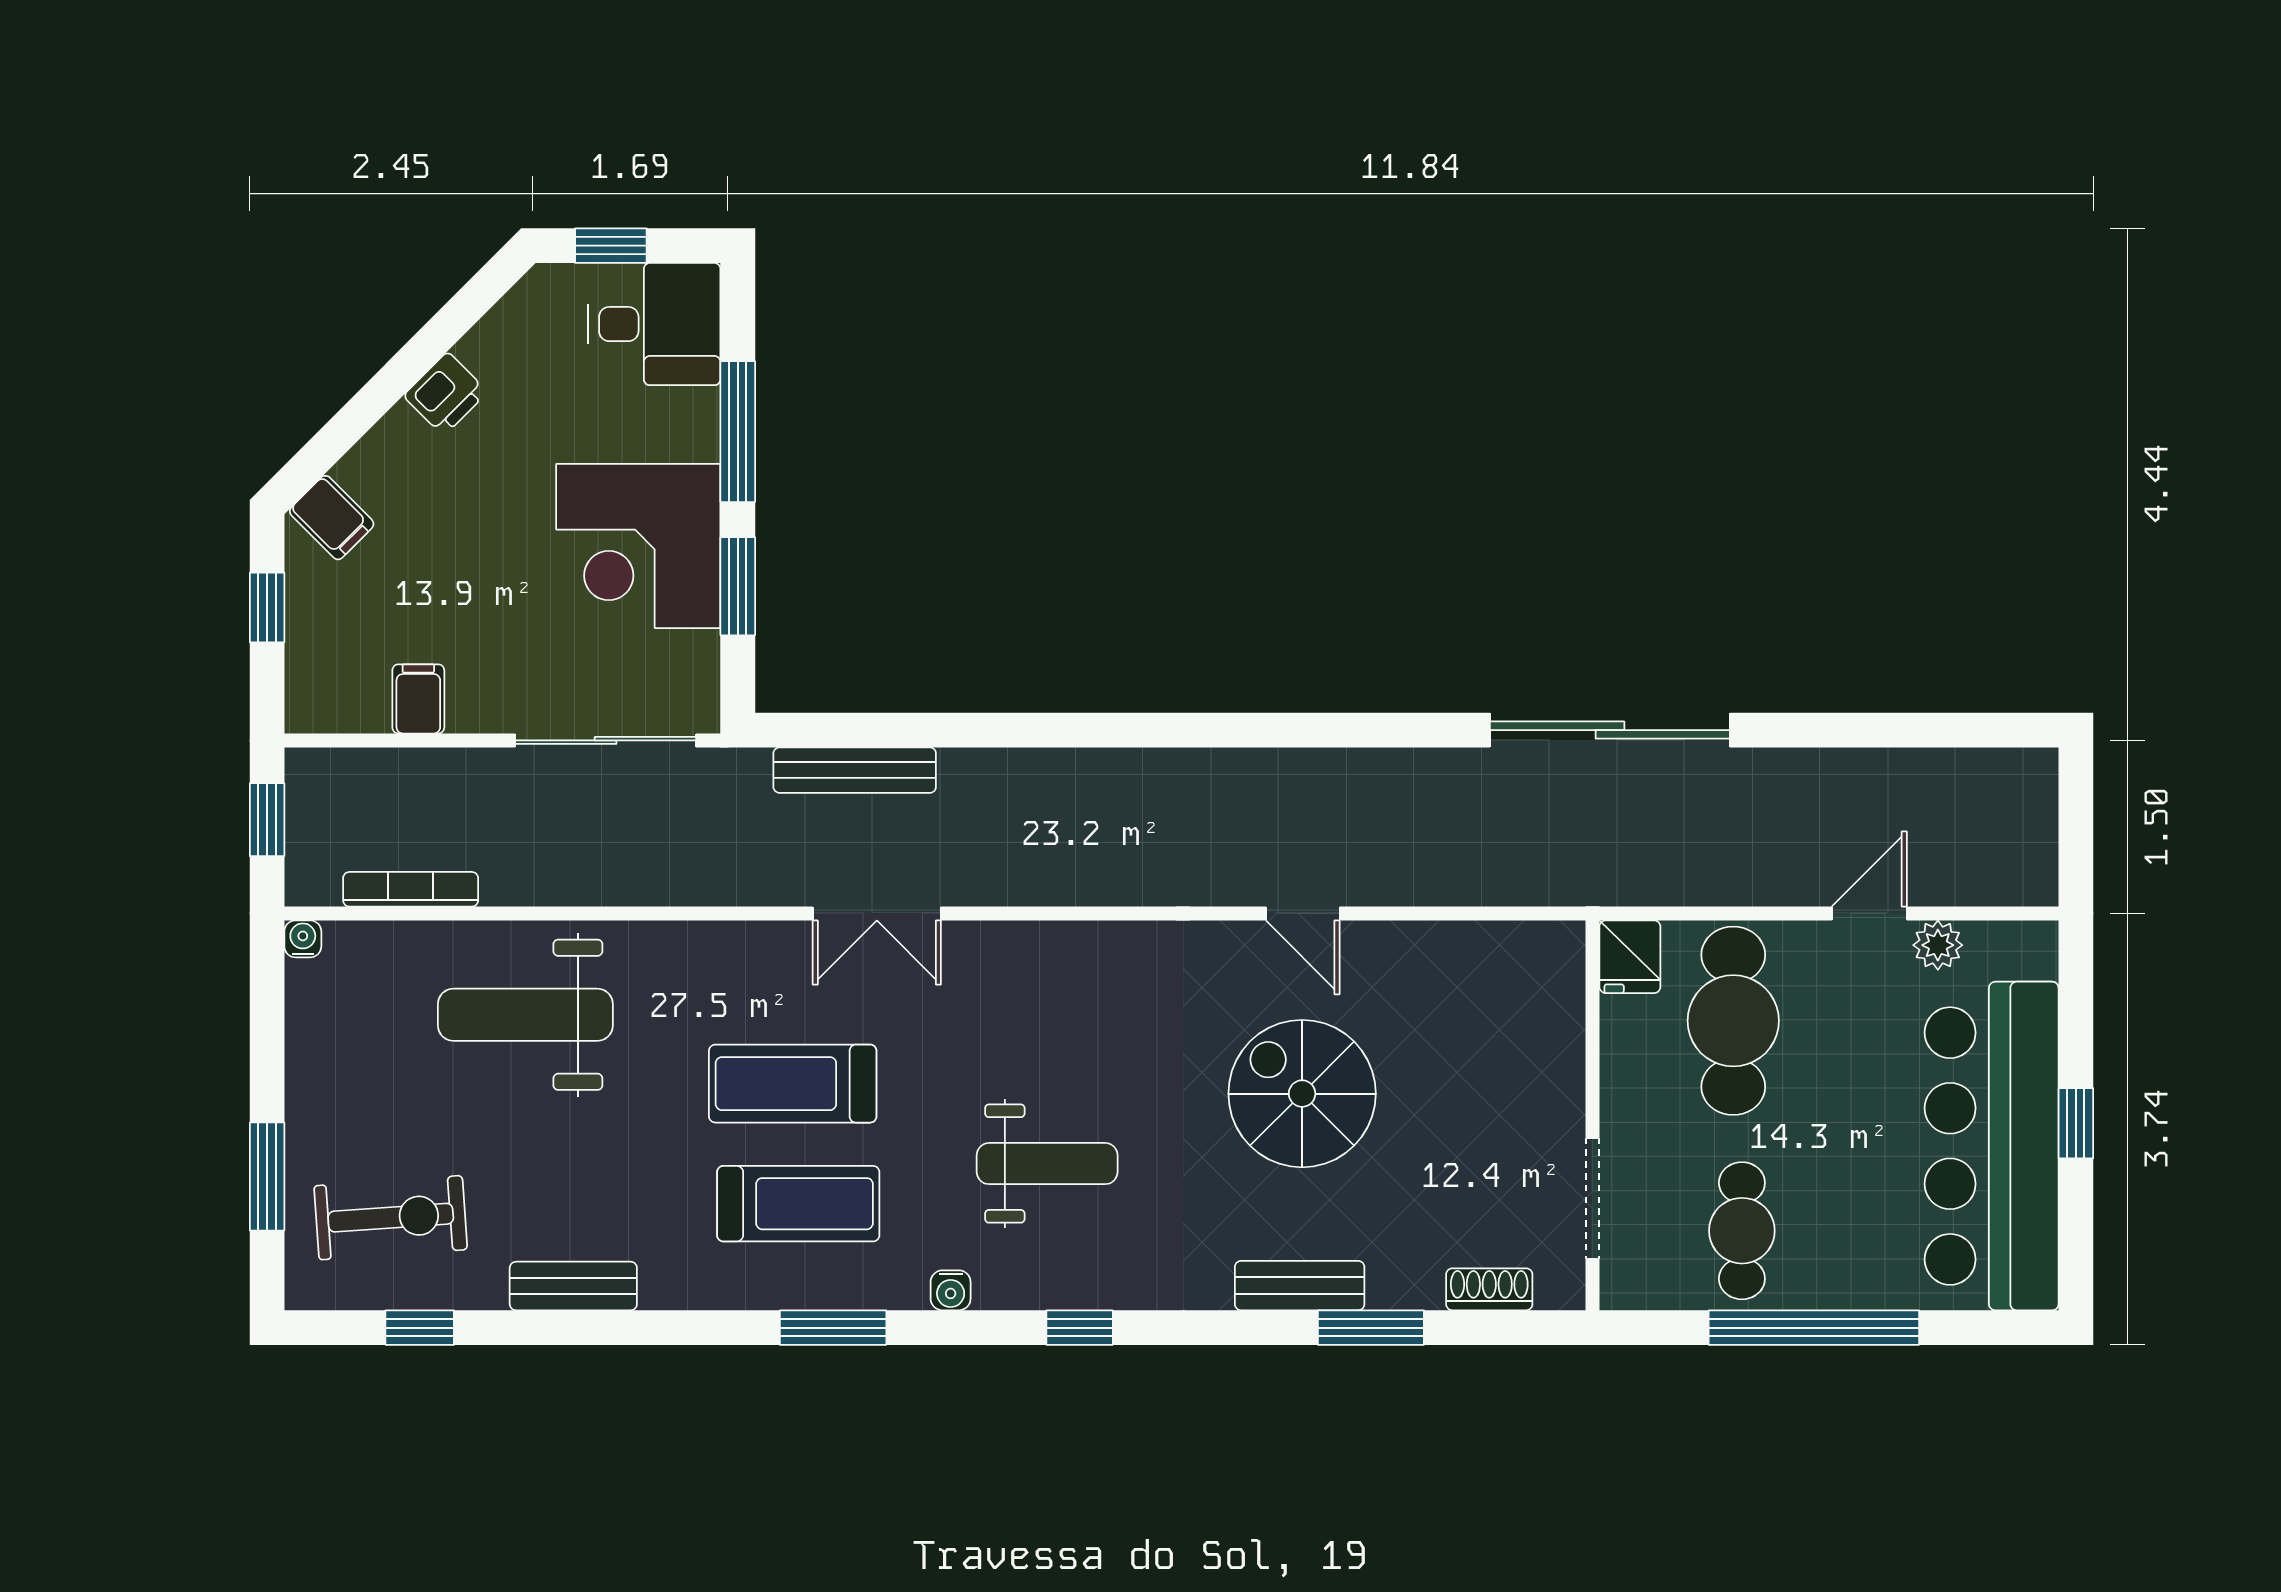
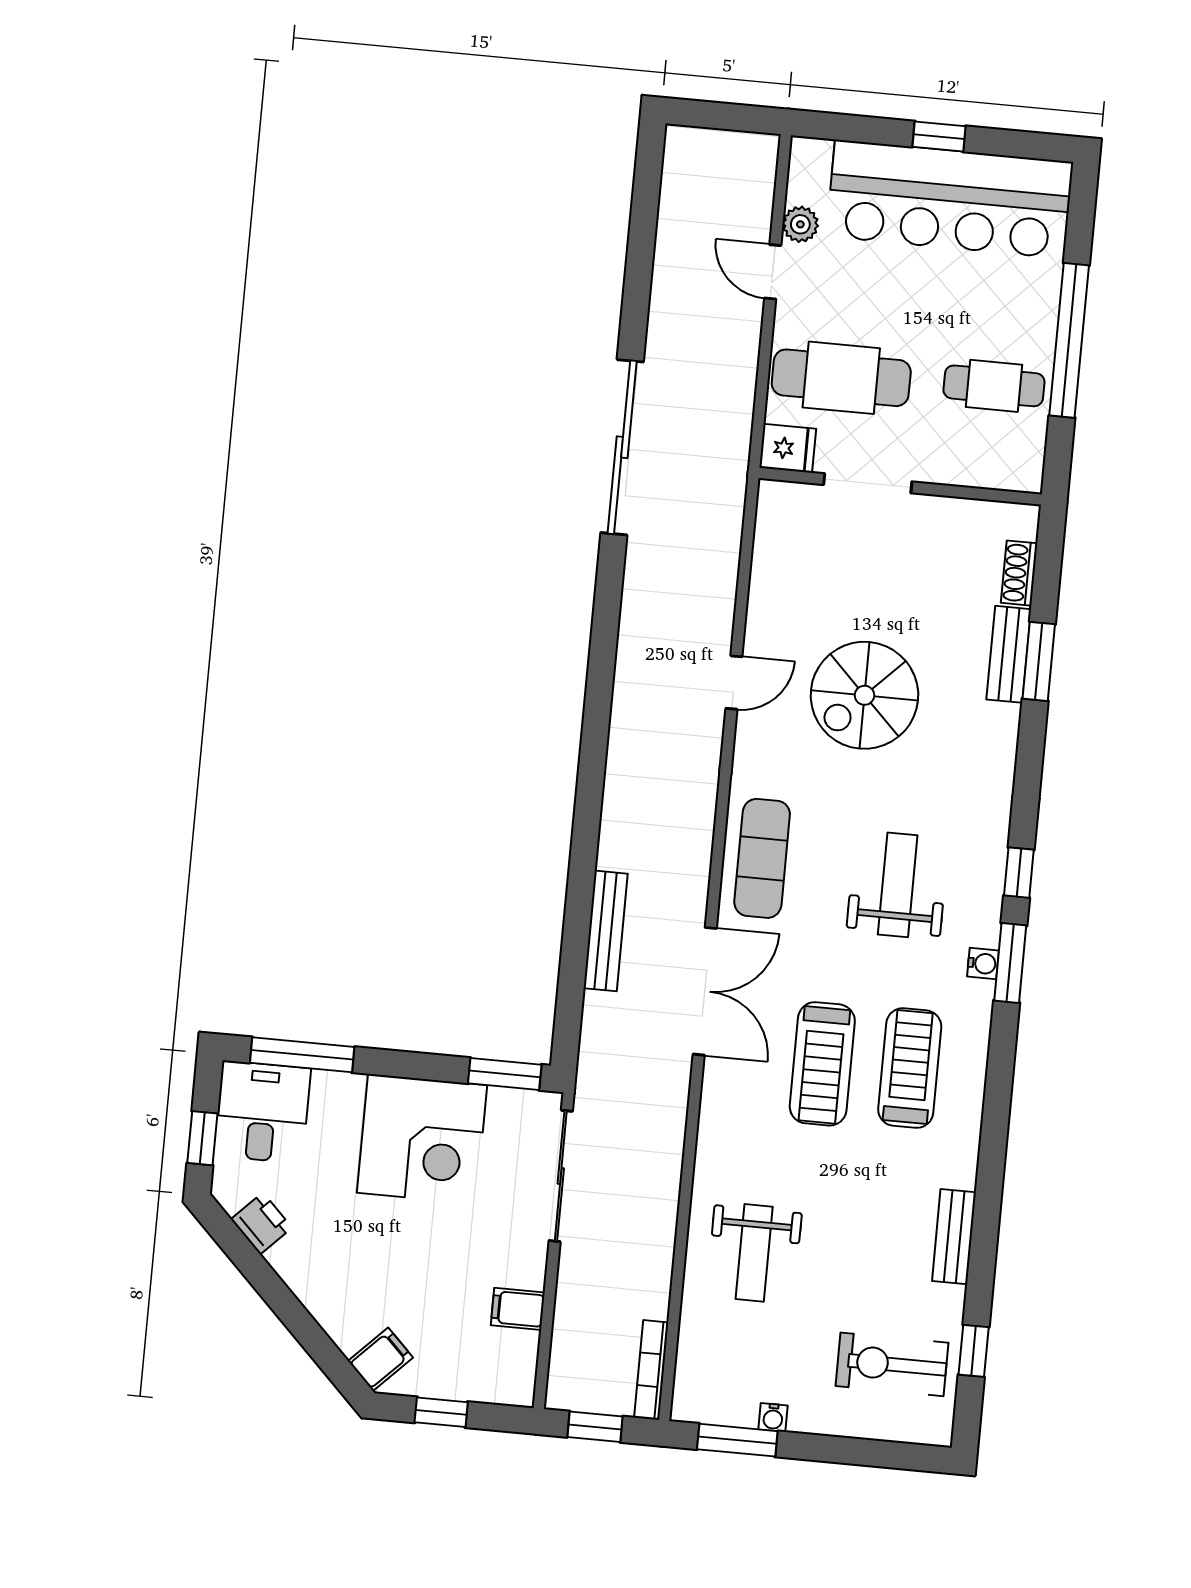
printer: (446, 394) -> (261, 1223), moved
window: (738, 432) -> (302, 1055), moved
window: (738, 586) -> (505, 1074), moved
bench: (855, 770) -> (606, 931), moved
bookcase: (411, 889) -> (651, 1370), moved
double door: (877, 913) -> (705, 991), width x1.37
water cooler: (303, 939) -> (773, 1417), moved, turned -90
exercise mat: (1066, 975) -> (762, 858), added
weight bench: (525, 1015) -> (754, 1253), width x0.73, depth x0.75
window: (267, 1176) -> (737, 1440), moved
doorway: (1592, 1198) -> (868, 483), moved
exercise bike: (391, 1218) -> (892, 1364), turned -86
bench: (1300, 1286) -> (1009, 654), moved
window: (833, 1328) -> (1010, 963), moved

